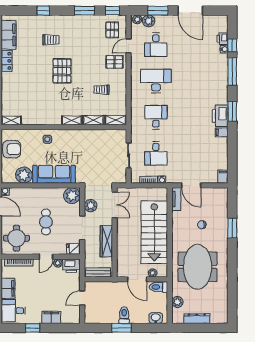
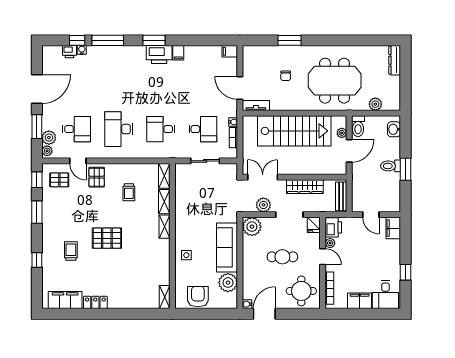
door: (191, 185) -> (240, 88), swing flipped
filing cabinet: (51, 317) -> (393, 228), moved
dresser: (197, 319) -> (395, 60), moved

